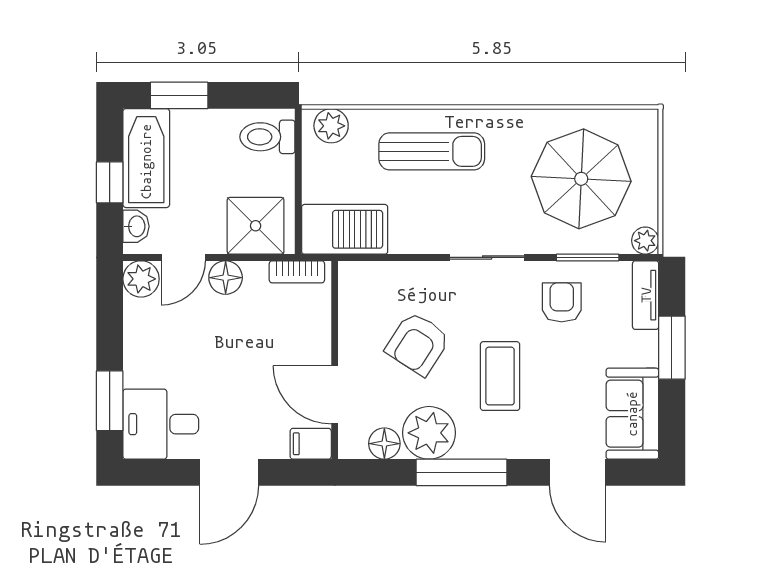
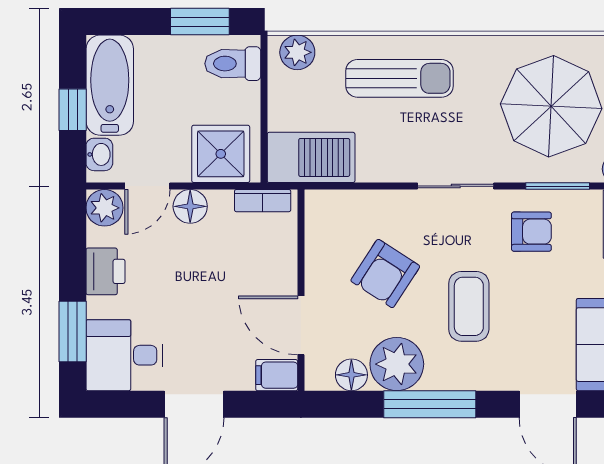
window: (179, 95) -> (200, 22), moved
armchair: (562, 302) -> (531, 232), turned 90
printer: (142, 342) -> (105, 271), added

